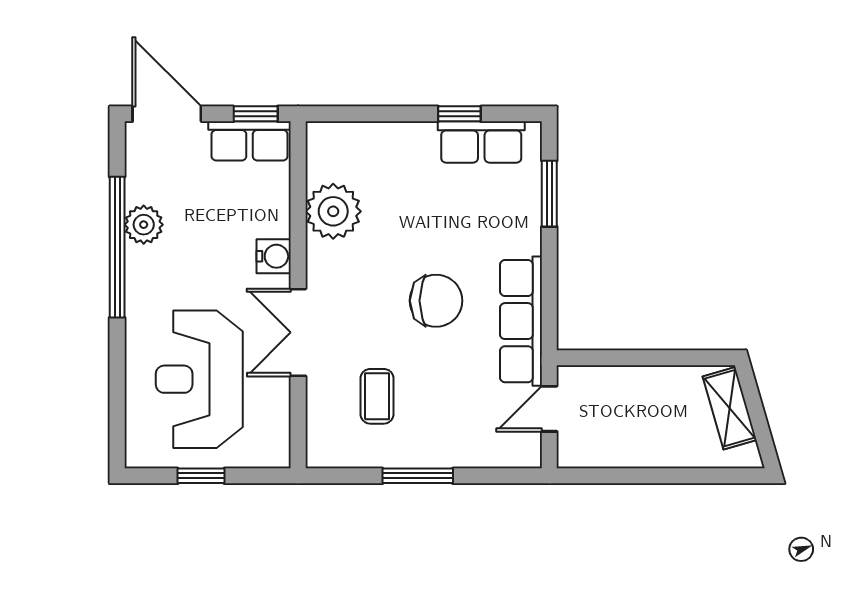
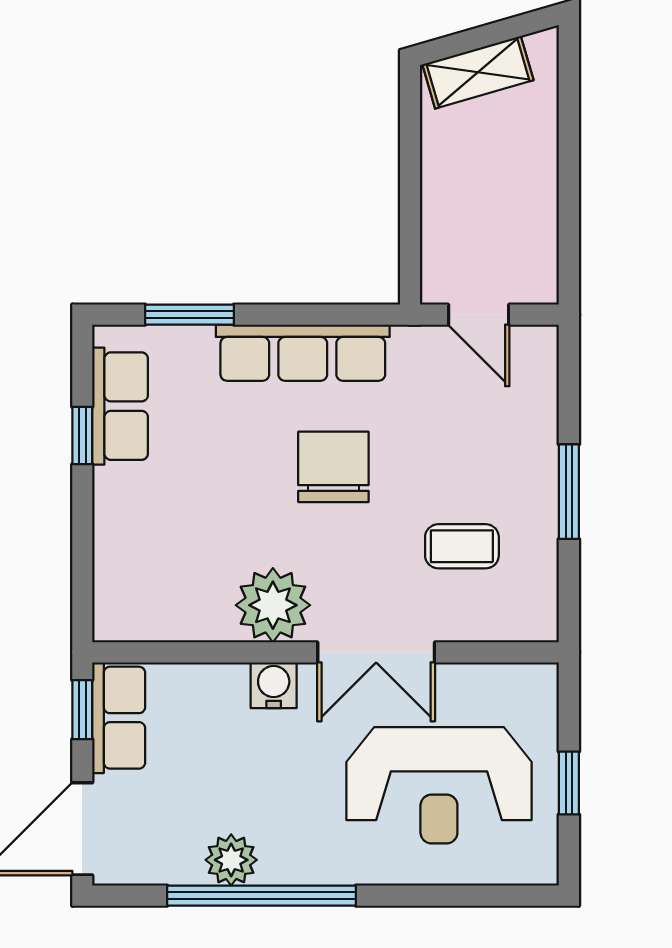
plant: (333, 211) -> (273, 605), moved
row of seats: (521, 321) -> (303, 353), moved

